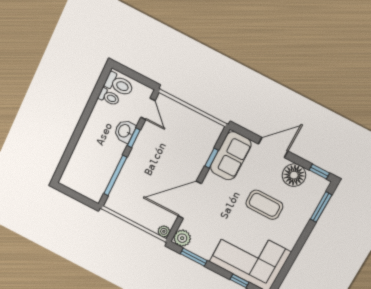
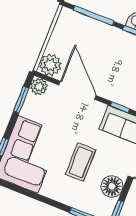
plant: (164, 231) -> (50, 65), width x1.87, depth x1.87

